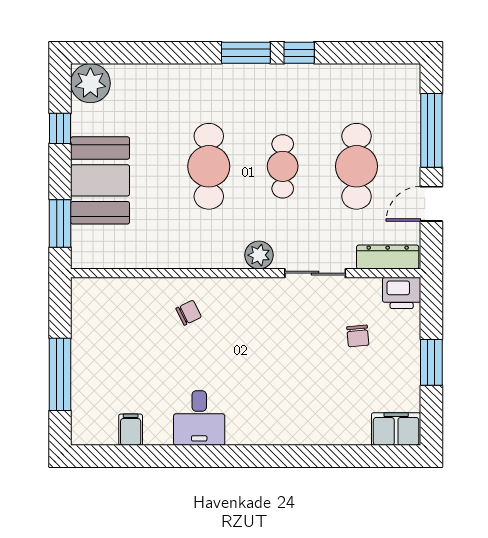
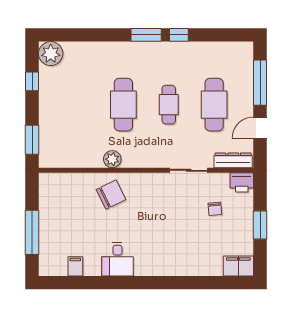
booth: (100, 180) -> (57, 113), removed
plant: (259, 255) -> (112, 159), moved
chair: (189, 313) -> (111, 195), width x1.87, depth x1.87

